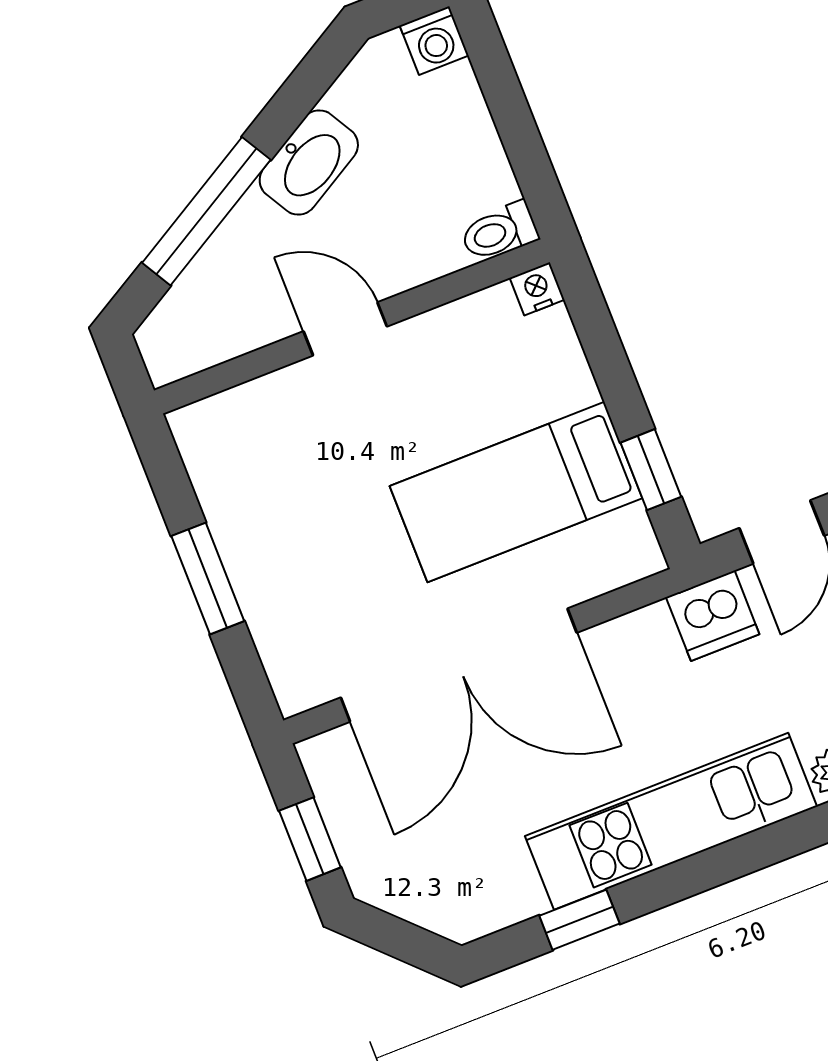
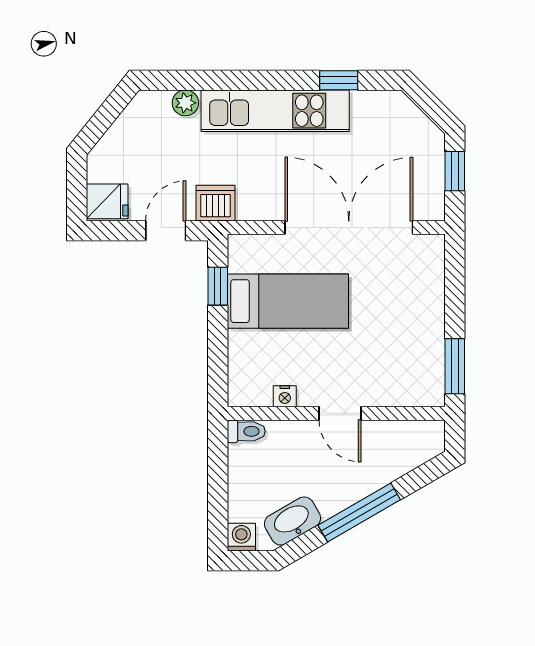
washbasin: (309, 163) -> (292, 521), moved
window: (206, 211) -> (359, 512), moved
nightstand: (537, 289) -> (285, 396), moved
window: (208, 579) -> (455, 366), moved

